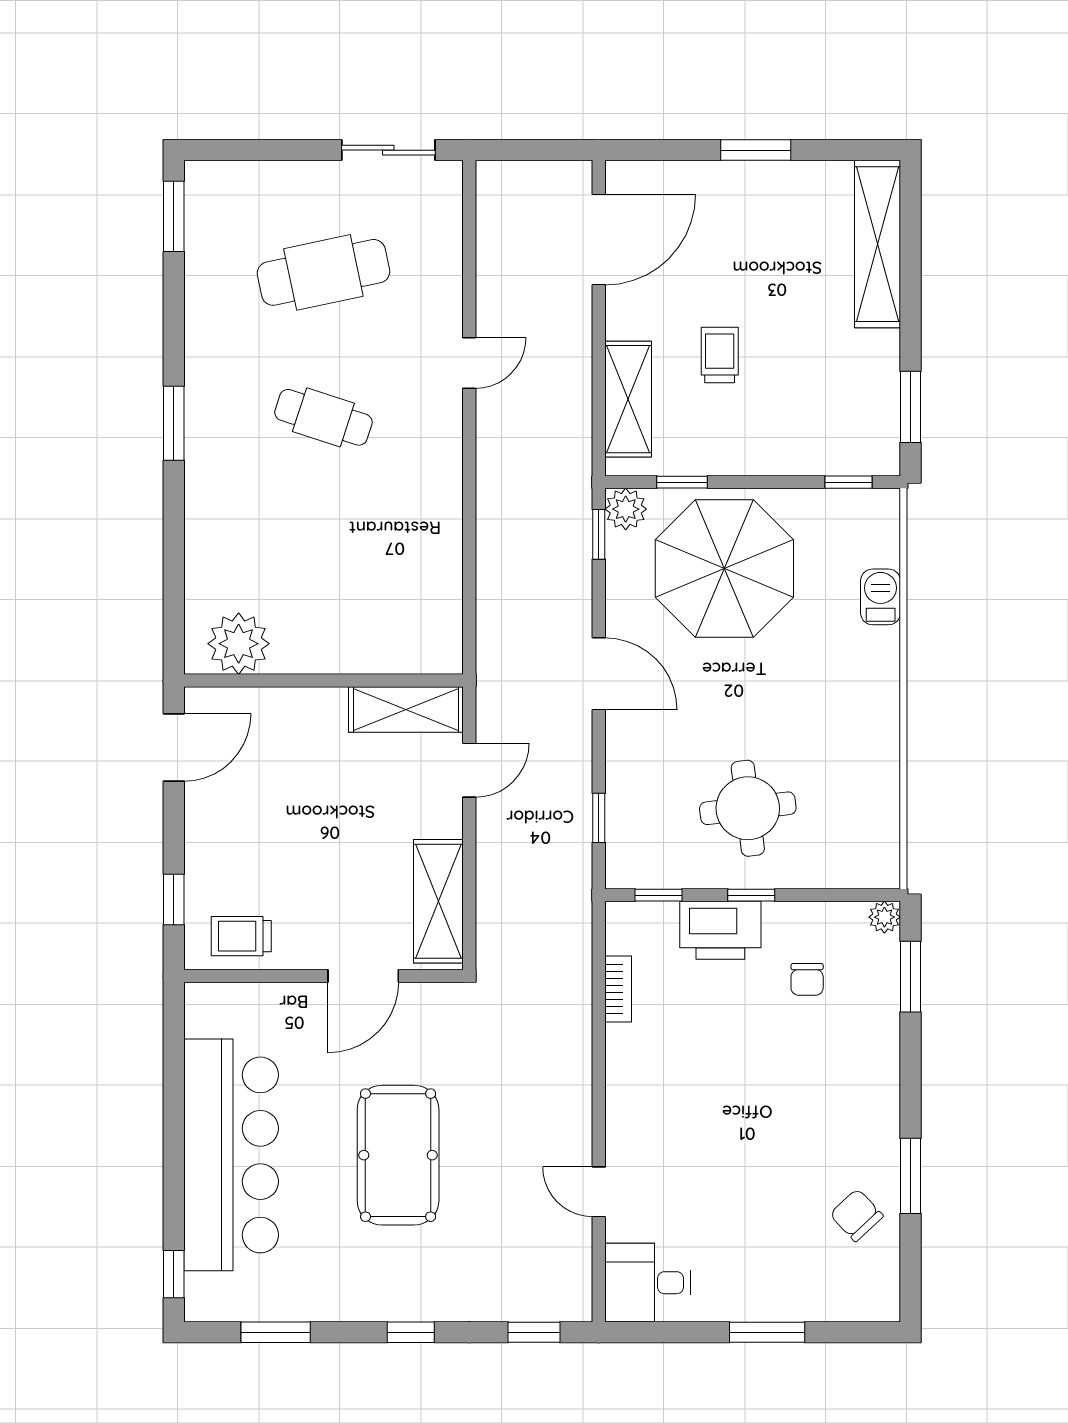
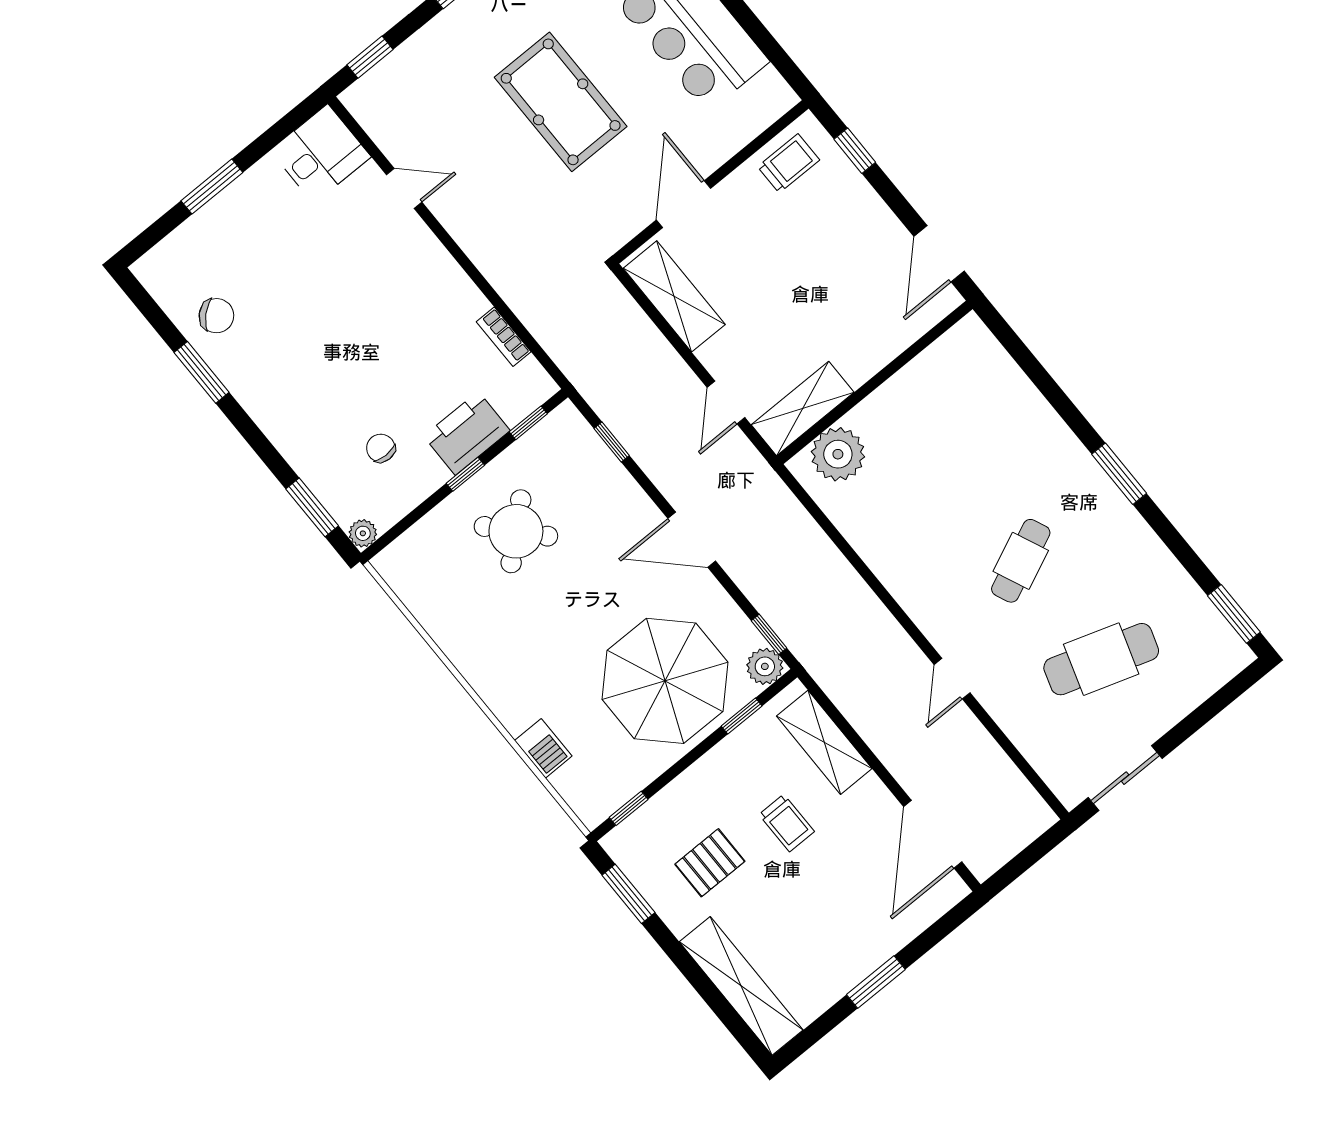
cafe table: (323, 272) -> (1101, 659), turned 30
pallet: (816, 375) -> (710, 863), added
cafe table: (323, 417) -> (1021, 561), turned -42
plant: (239, 644) -> (838, 454), moved
round table: (748, 808) -> (516, 531), turned -35

